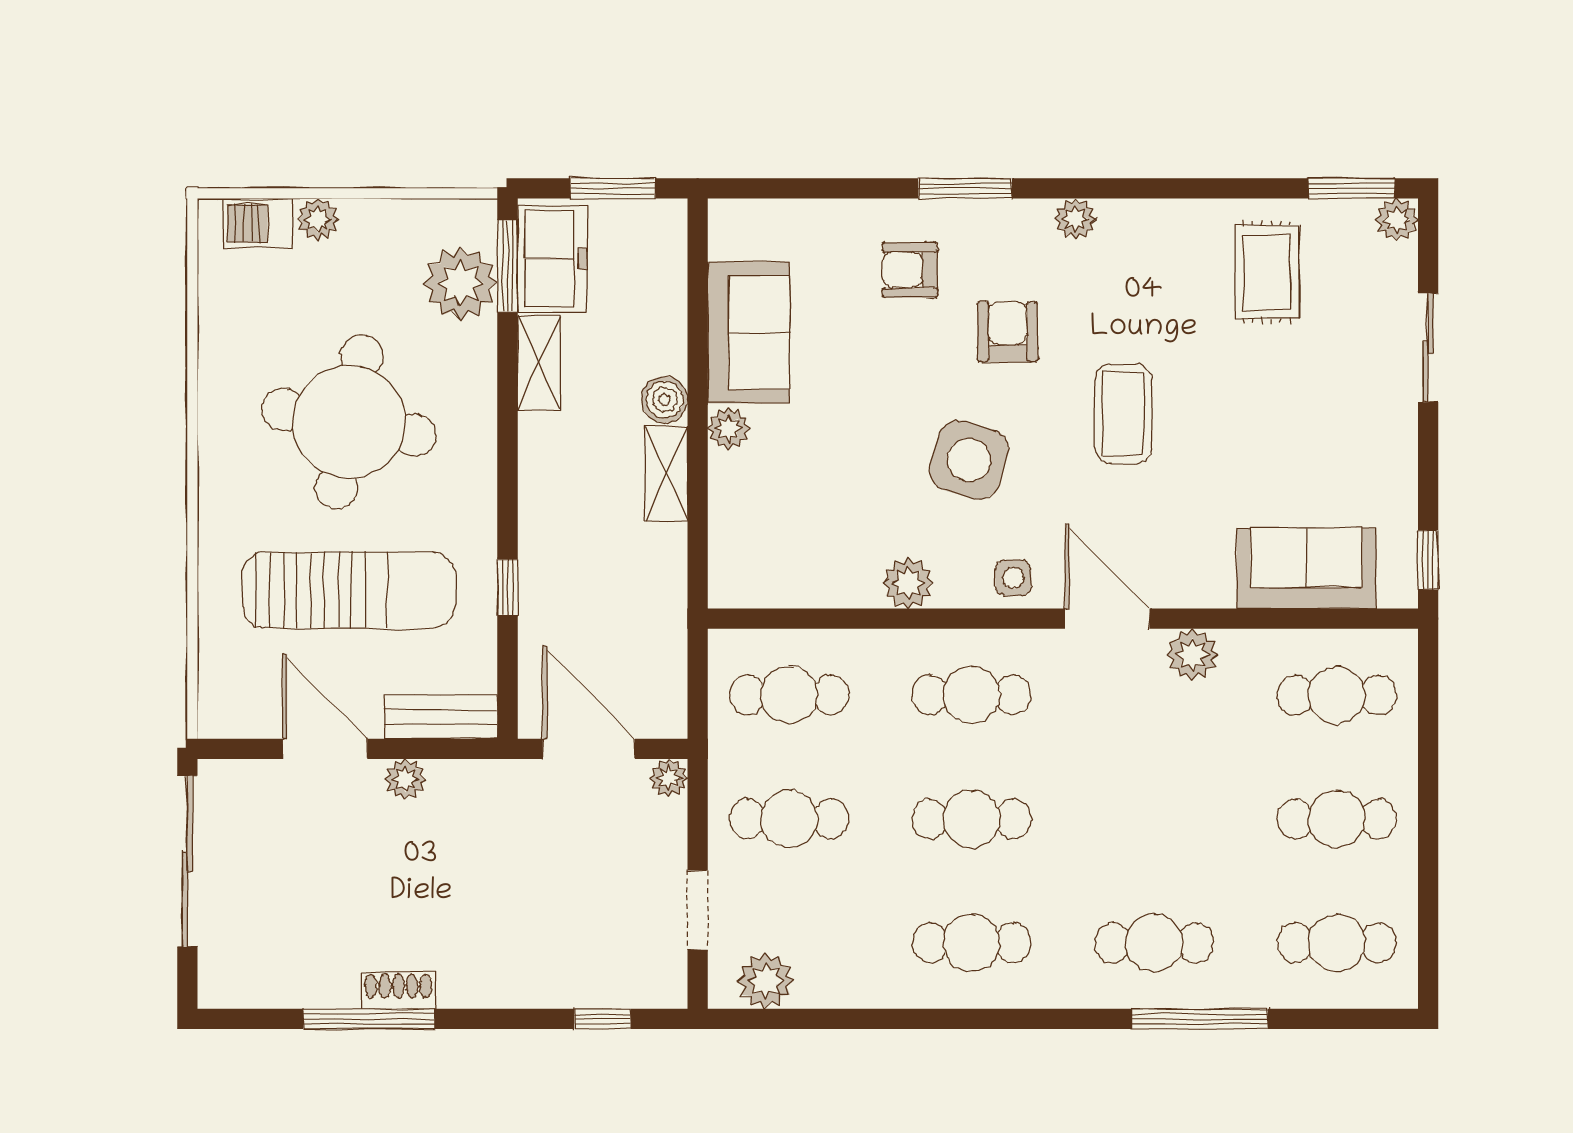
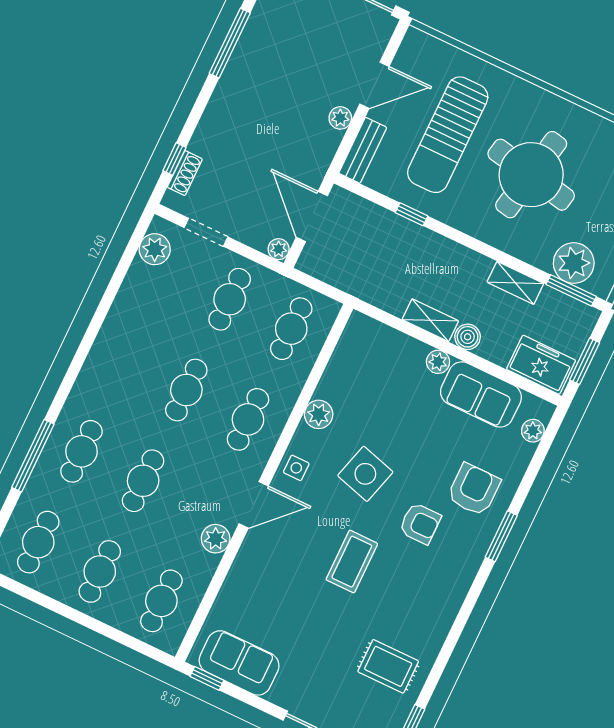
plant: (1075, 219) -> (533, 431), moved
freezer: (552, 259) -> (541, 365), moved, turned 180
armchair: (910, 270) -> (474, 490), width x1.38, depth x1.38
coffee table: (1123, 413) -> (352, 562), turned 90
sofa: (1306, 568) -> (239, 663), moved, turned -90
door: (589, 749) -> (312, 216), swing flipped
cafe table: (972, 943) -> (143, 481), moved
shoe rack: (398, 991) -> (185, 173), moved

